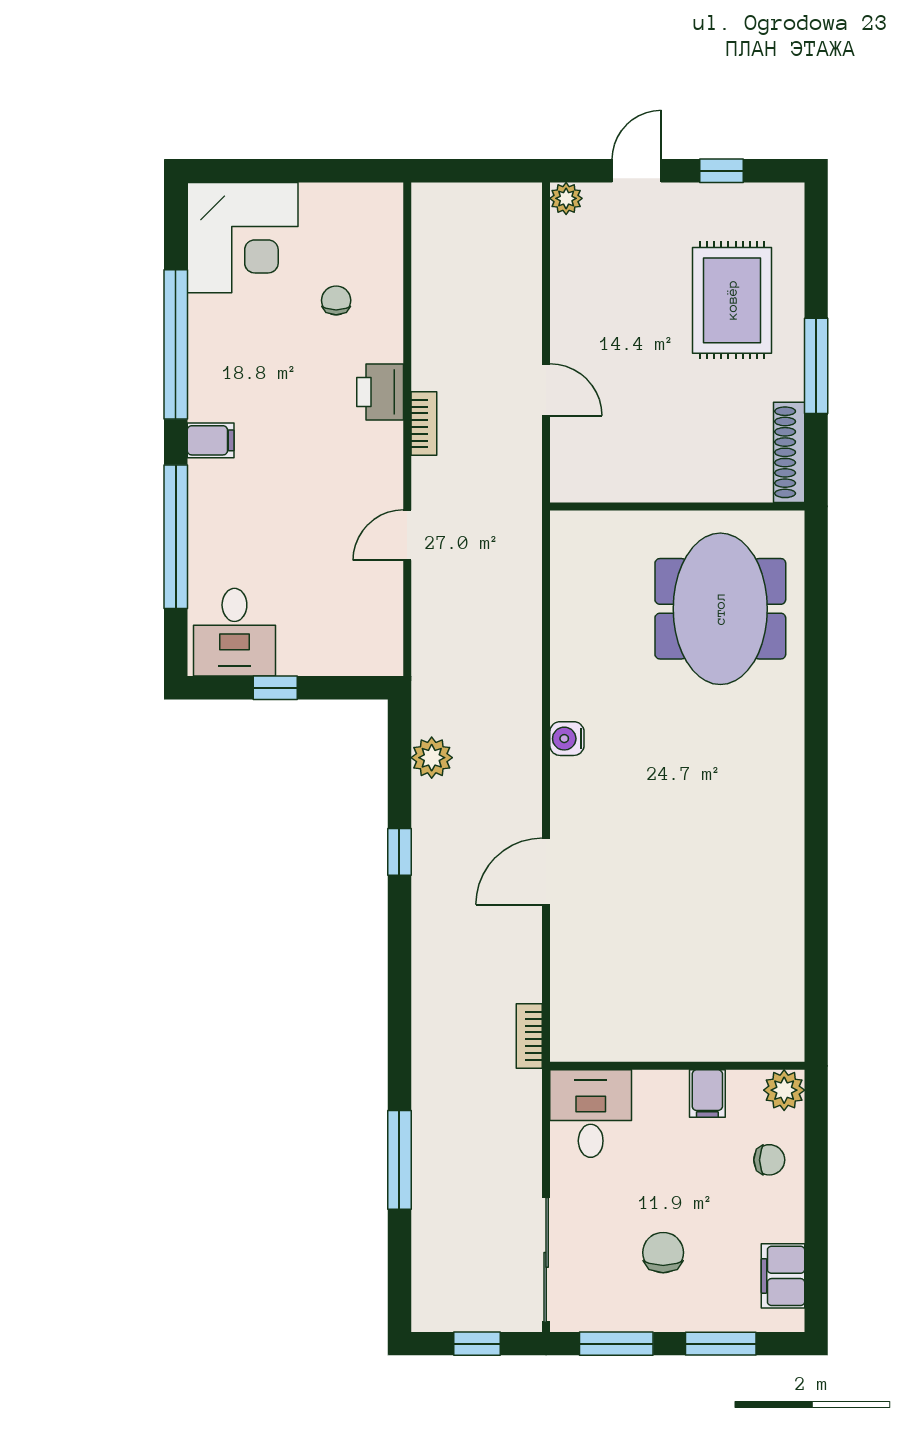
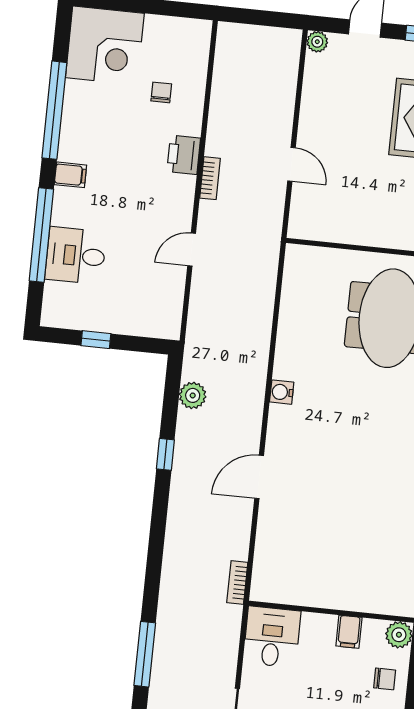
desk: (234, 632) -> (76, 256), moved, turned 90

